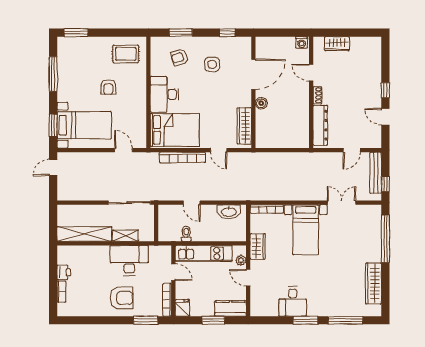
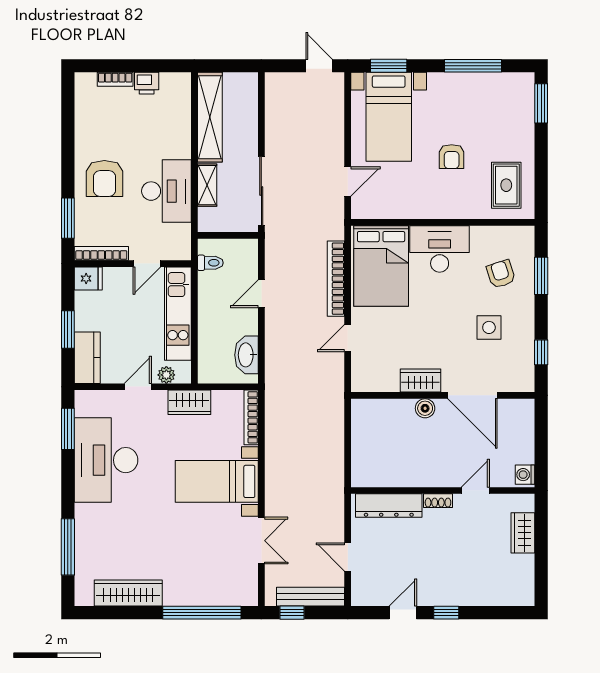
armchair: (108, 87) -> (452, 157), turned -90
wardrobe: (244, 126) -> (420, 380), moved, width x0.67
toilet: (186, 234) -> (210, 263), moved
desk: (293, 301) -> (106, 460), width x1.87, depth x1.30
window: (306, 320) -> (68, 429), moved

